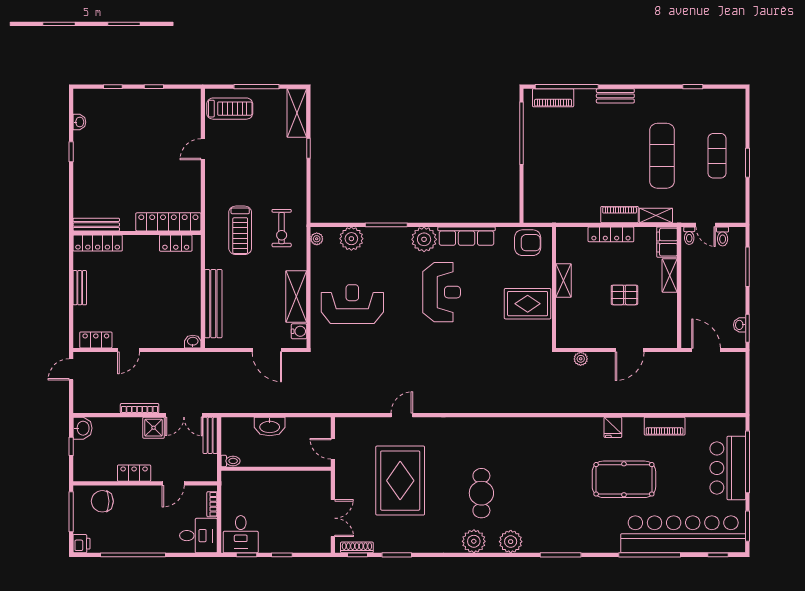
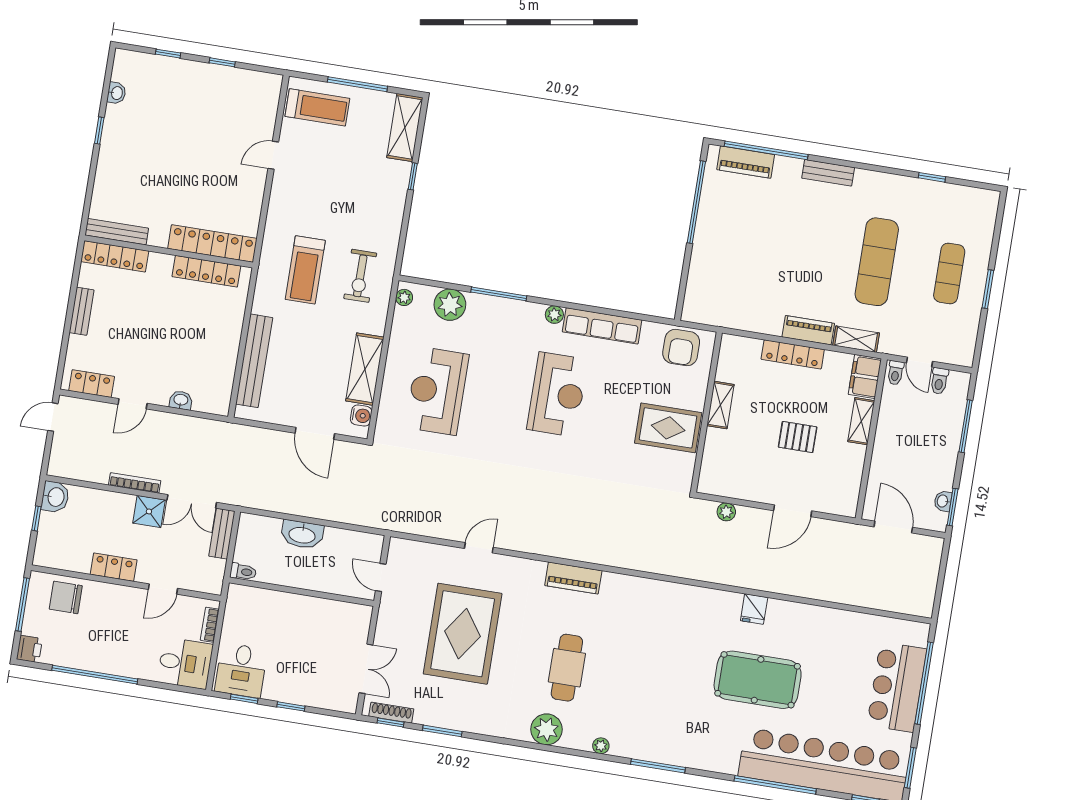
plant: (424, 239) -> (554, 315), width x0.53, depth x0.53
locker: (176, 243) -> (206, 271), width x1.53
armchair: (528, 243) -> (681, 348), turned 90
reception desk: (352, 304) -> (437, 391), turned -90
washbasin: (193, 342) -> (181, 400), moved
piano: (665, 426) -> (573, 578), moved
plant: (511, 542) -> (601, 746), width x0.53, depth x0.53

